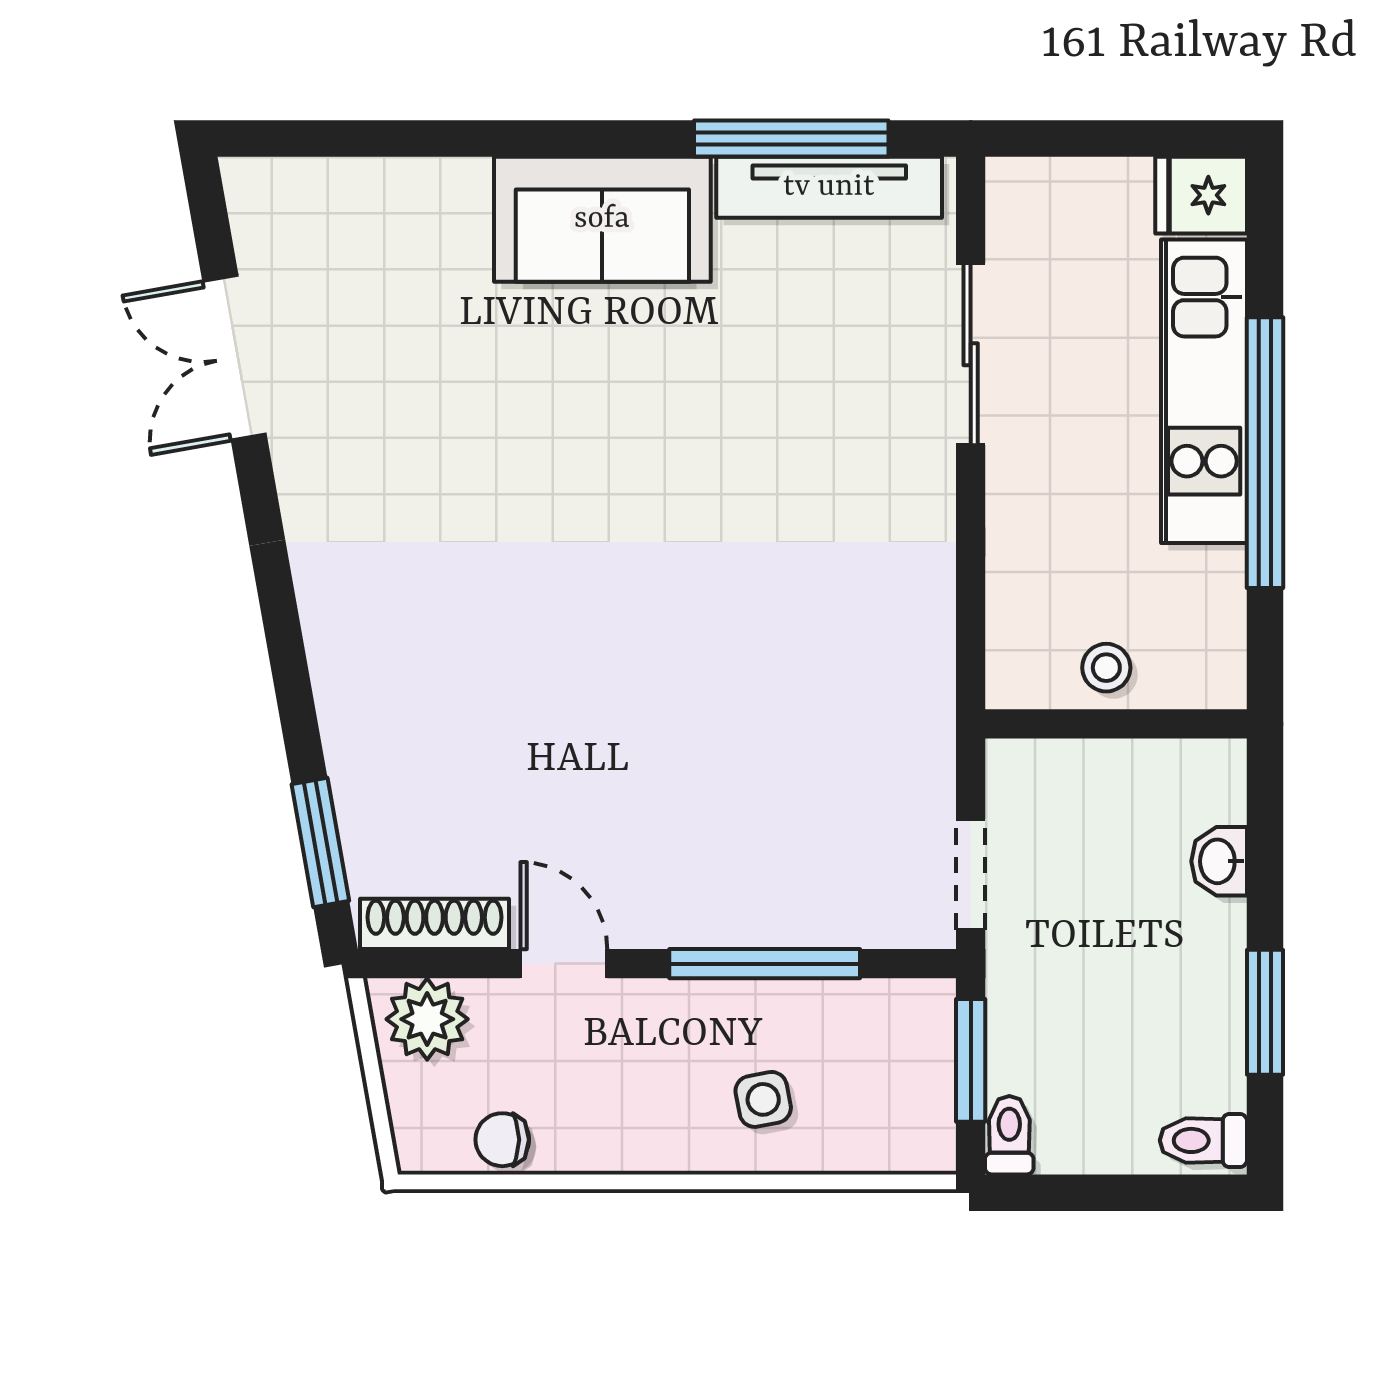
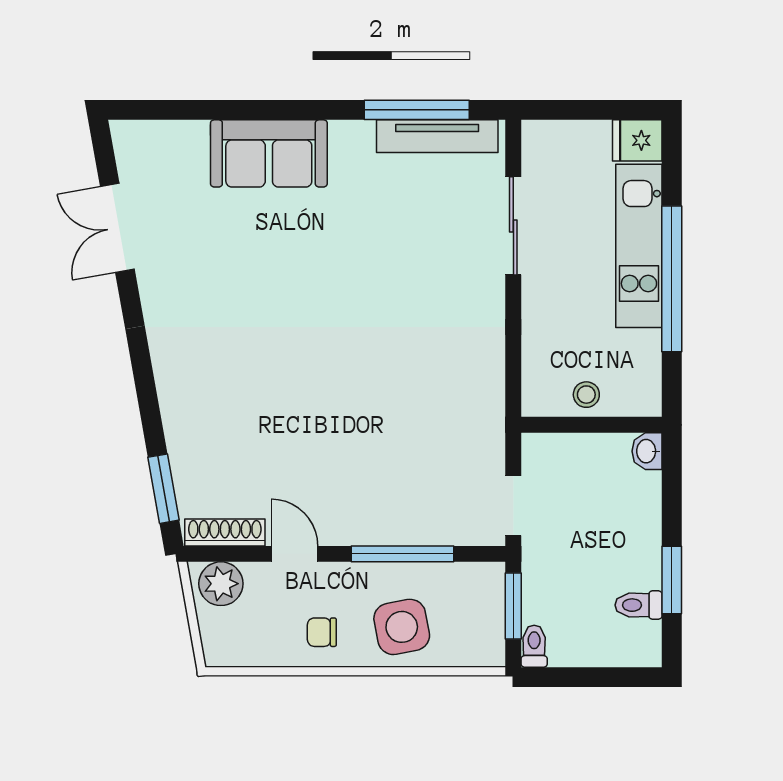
sofa: (602, 219) -> (269, 153), moved
washbasin: (1219, 861) -> (647, 451), moved
side table: (763, 1099) -> (402, 627), width x1.87, depth x1.87
chair: (502, 1140) -> (322, 632), moved
toilet: (1203, 1140) -> (639, 605), moved

